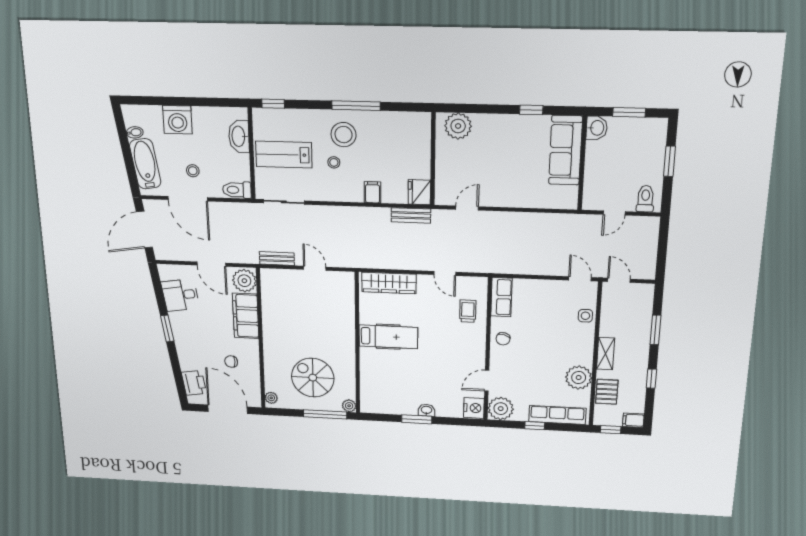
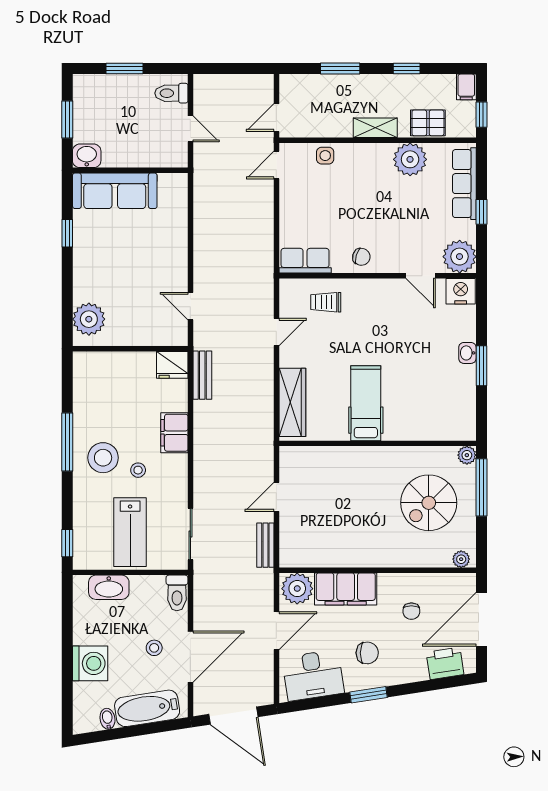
filing cabinet: (373, 192) -> (174, 433), width x2.00
desk: (180, 295) -> (313, 675), width x1.37
chair: (198, 329) -> (367, 653), added

